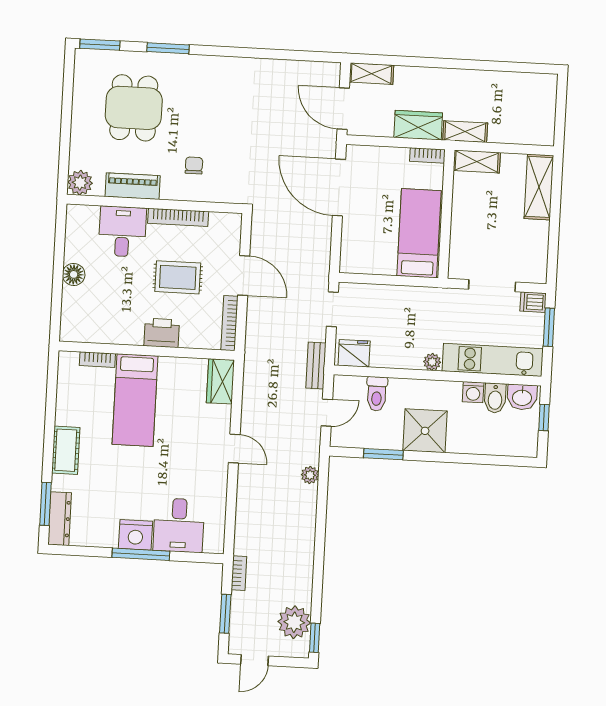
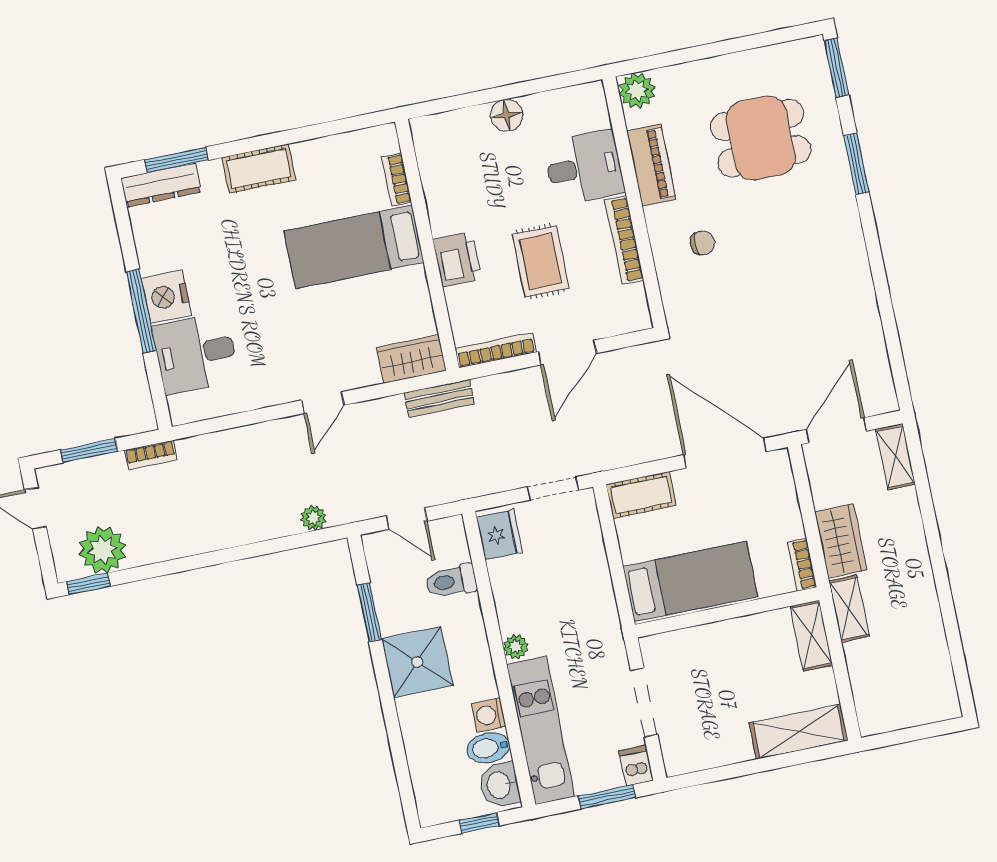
door: (339, 187) -> (725, 453), hinge flipped
cot: (352, 251) -> (641, 495), added
bench: (316, 366) -> (439, 398), moved

